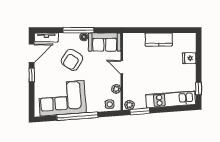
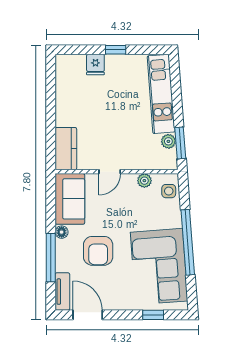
window: (78, 30) -> (51, 258), moved
kitchen counter: (159, 40) -> (66, 149), moved
armchair: (72, 60) -> (98, 251), turned 58
window: (32, 75) -> (153, 315), moved
window: (199, 89) -> (116, 50), moved
plant: (130, 105) -> (168, 141), moved

